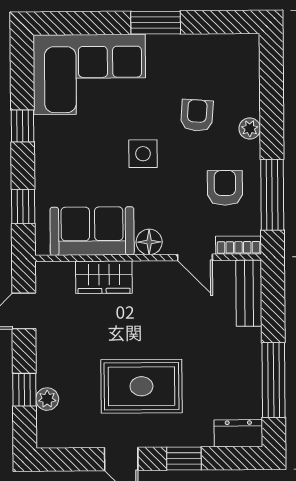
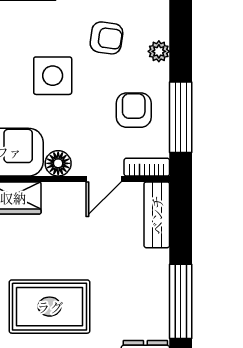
armchair: (197, 115) -> (106, 38), turned 94
side table: (143, 154) -> (53, 76), width x1.37, depth x1.37
door: (195, 257) -> (104, 179), hinge flipped

